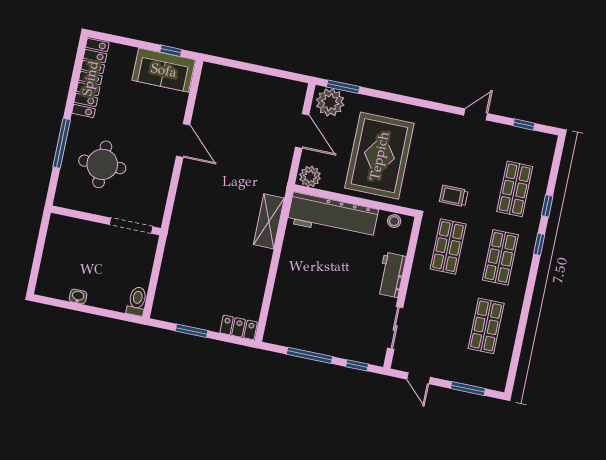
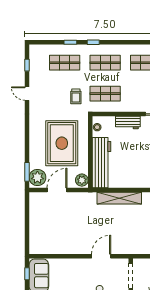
door: (183, 141) -> (101, 256), moved
rug: (379, 156) -> (62, 143), turned 90
shelving: (269, 221) -> (119, 198), width x1.47

